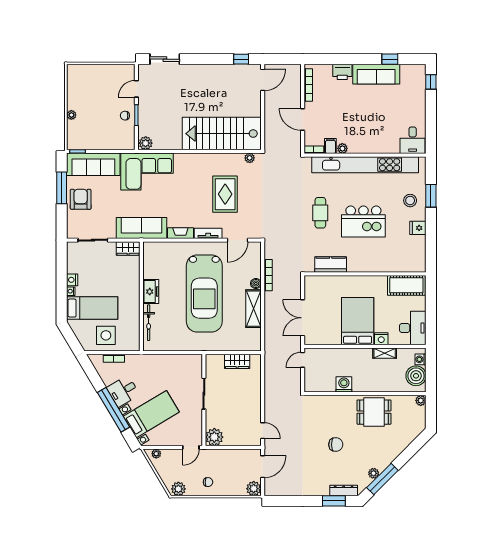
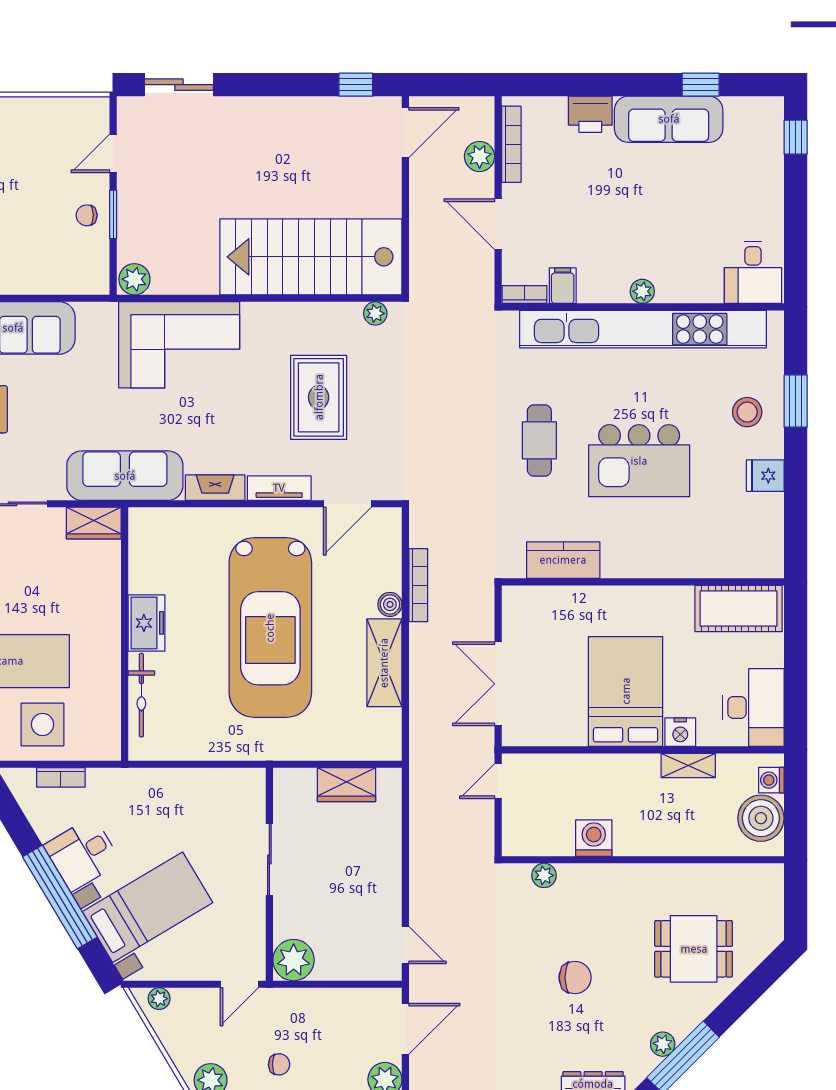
plant: (295, 90) -> (480, 156), added
plant: (342, 148) -> (642, 291), moved
corner sofa: (147, 171) -> (179, 345), moved
plant: (421, 400) -> (544, 875), moved
dining table: (374, 412) -> (694, 949), moved

